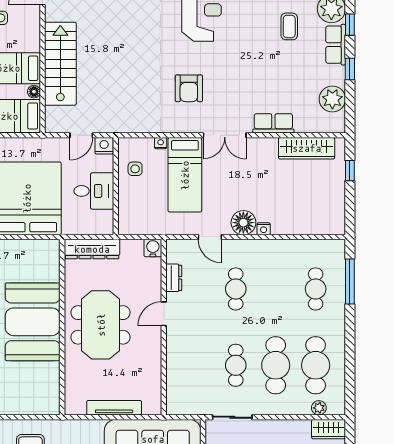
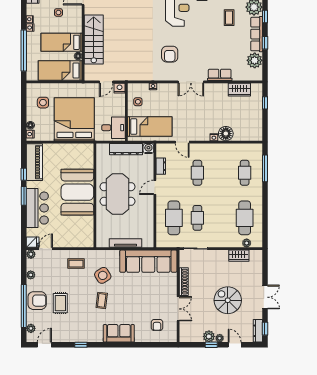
row of seats: (336, 45) -> (257, 34), width x1.48
wardrobe: (307, 148) -> (239, 90), width x0.67
bed: (185, 175) -> (150, 127), moved, turned -90
desk: (94, 191) -> (114, 128), moved
floor lamp: (243, 223) -> (226, 134), moved
dresser: (92, 249) -> (126, 149), moved
cafe table: (276, 365) -> (174, 218), moved
wardrobe: (329, 429) -> (239, 256), moved

